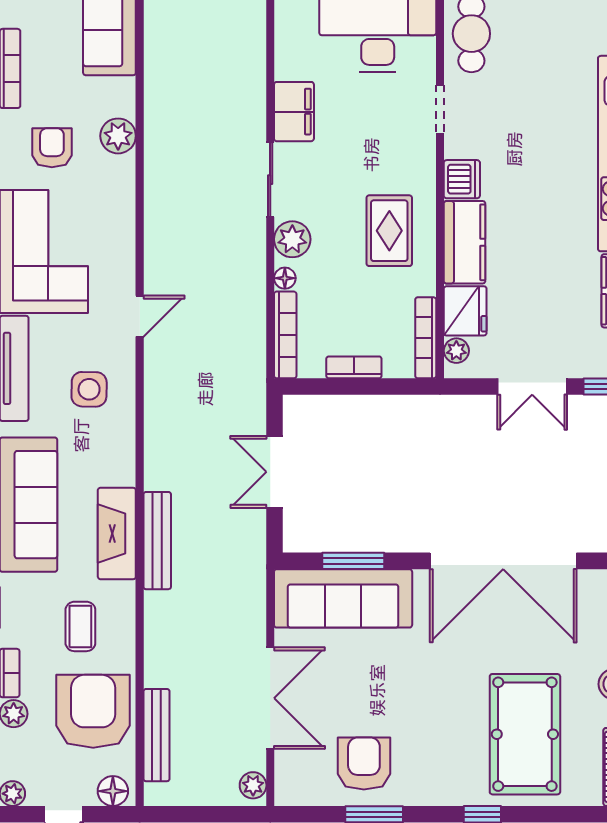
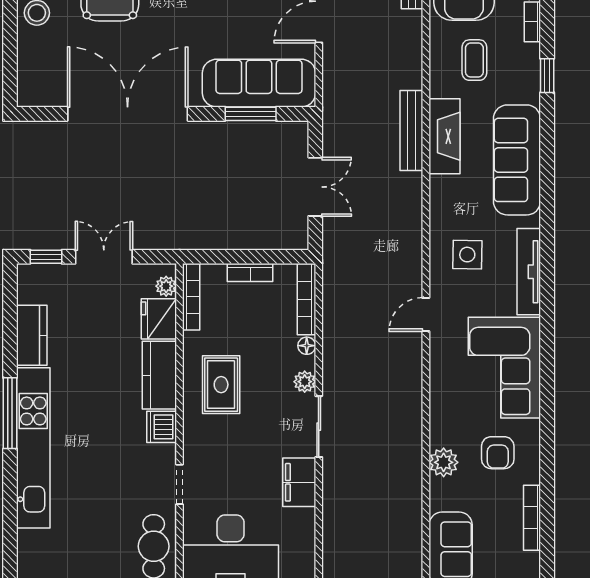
plant: (292, 239) -> (305, 382), width x0.73, depth x0.73

